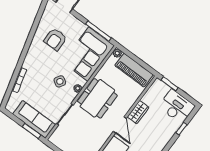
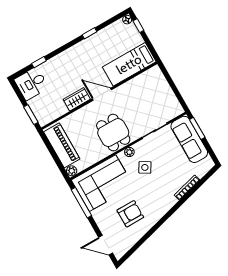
dining table: (97, 98) -> (113, 133), width x0.73
desk: (177, 106) -> (31, 84), width x0.73
door: (120, 125) -> (102, 94), hinge flipped

